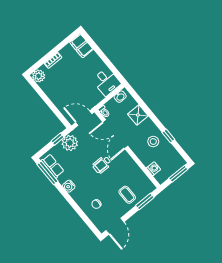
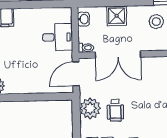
desk: (107, 82) -> (58, 37), moved
window: (58, 139) -> (76, 118), removed
wheelchair: (102, 165) -> (115, 110), moved

